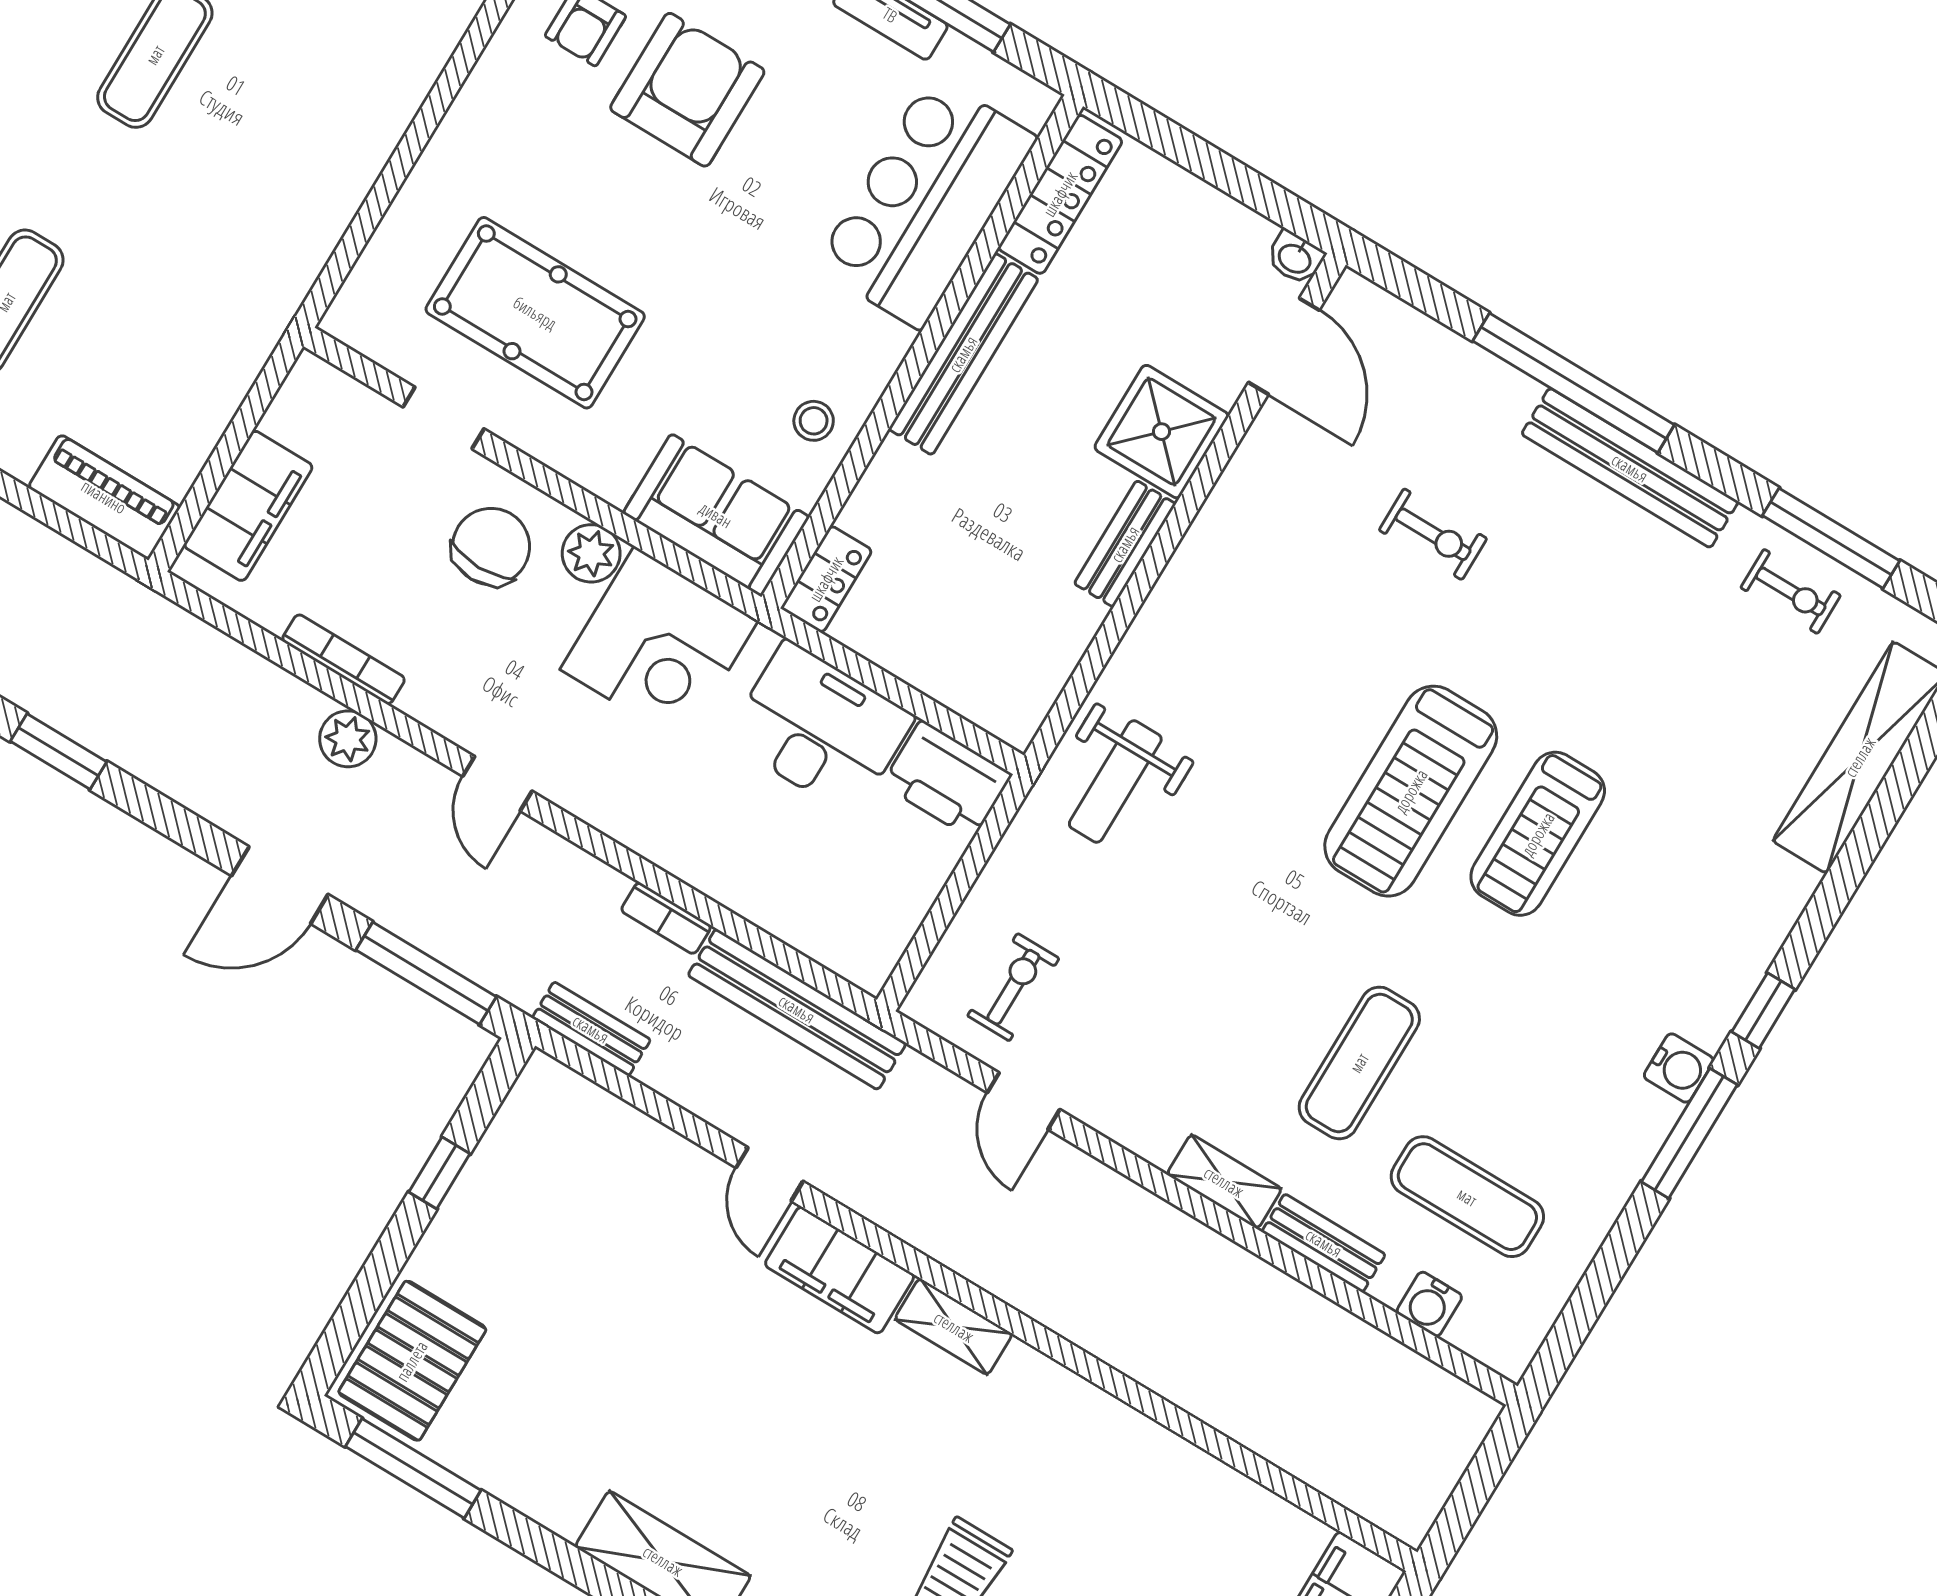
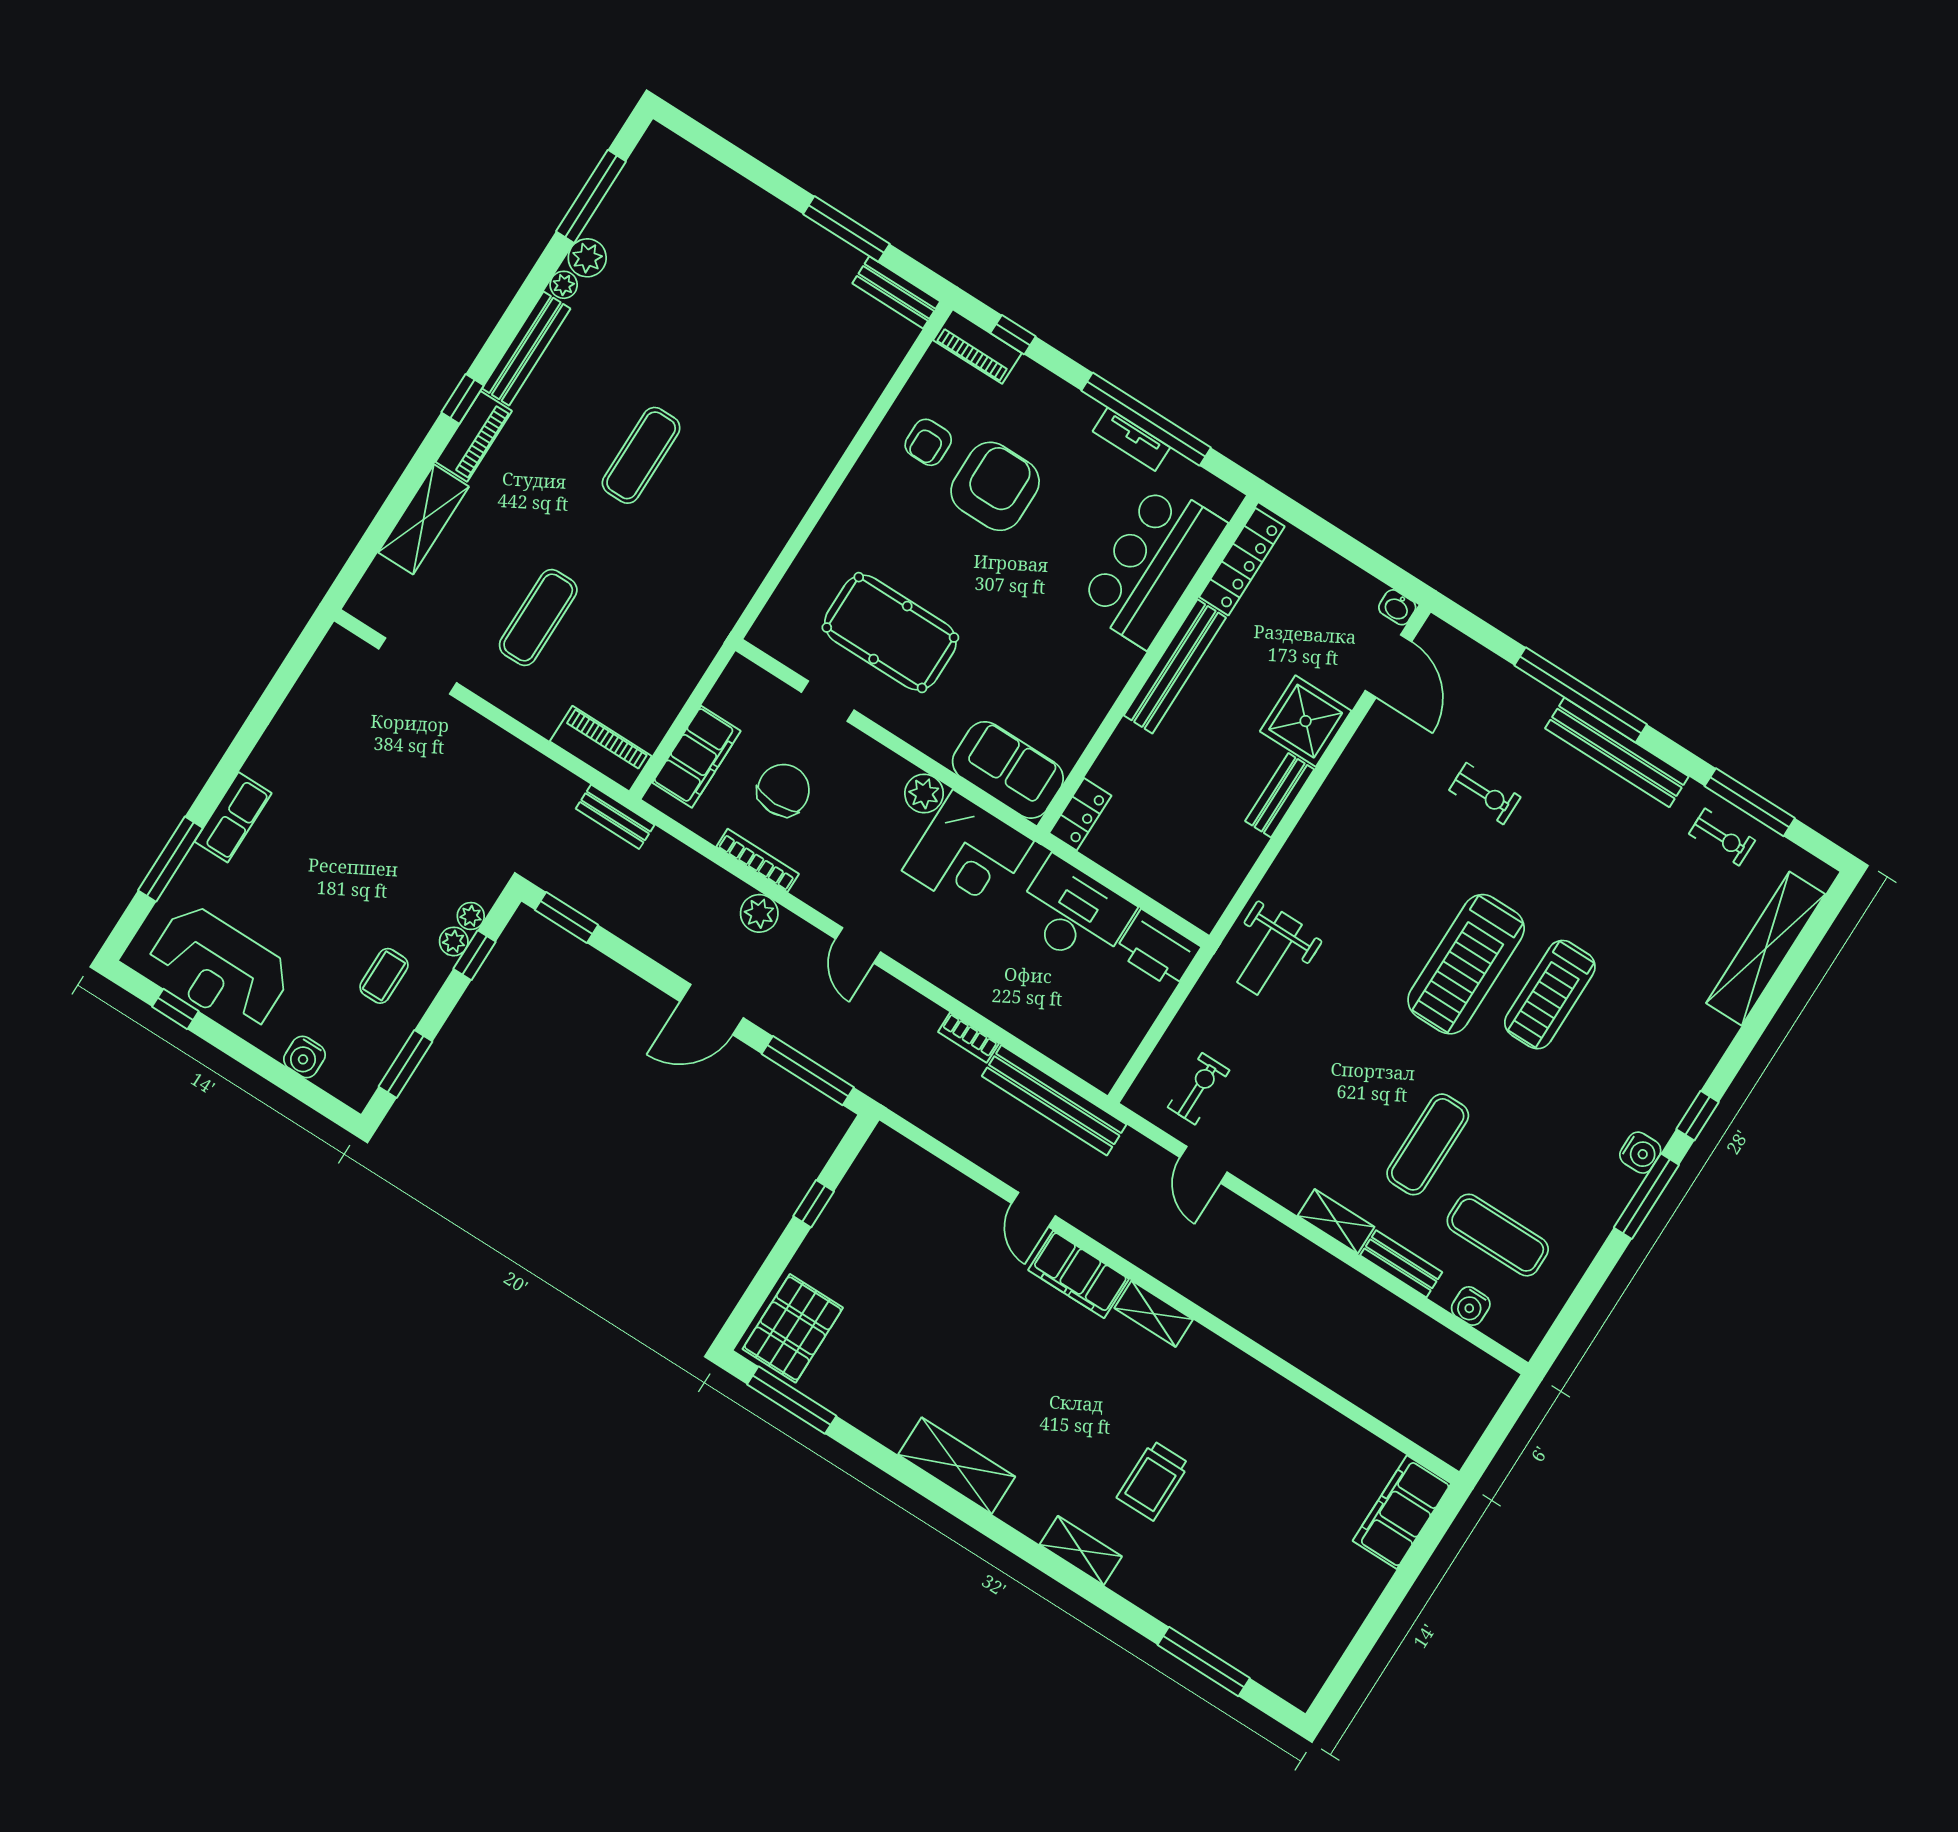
stool: (814, 421) -> (1074, 709), removed
chair: (491, 547) -> (783, 790), moved
bench: (591, 1029) -> (615, 817), moved

